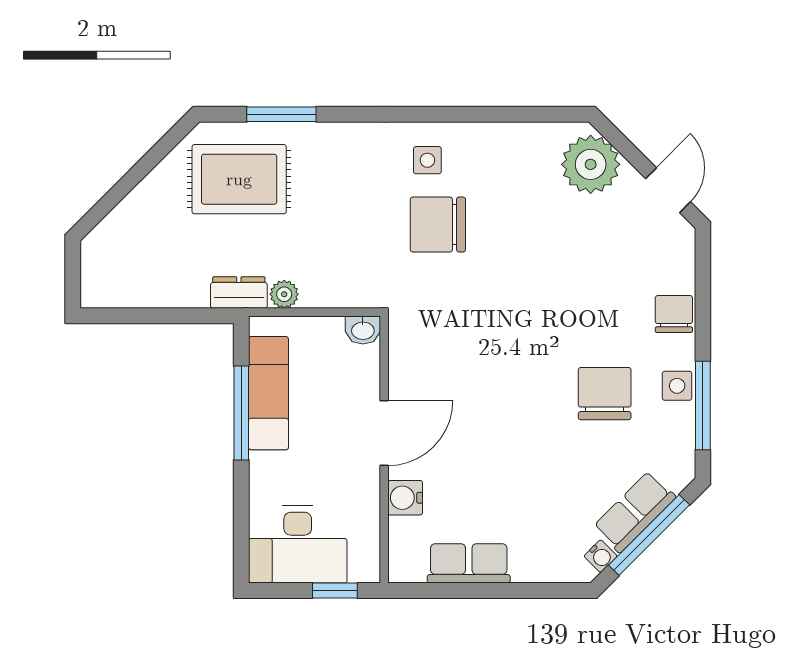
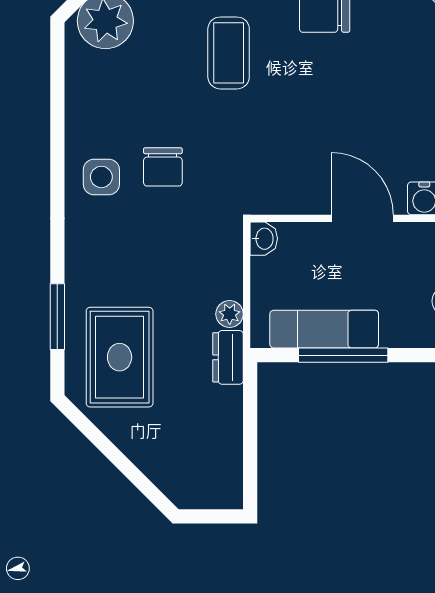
side table: (427, 160) -> (101, 177), width x1.37, depth x1.37
chair: (438, 225) -> (163, 167), width x0.73, depth x0.73
coffee table: (557, 293) -> (229, 53), added

